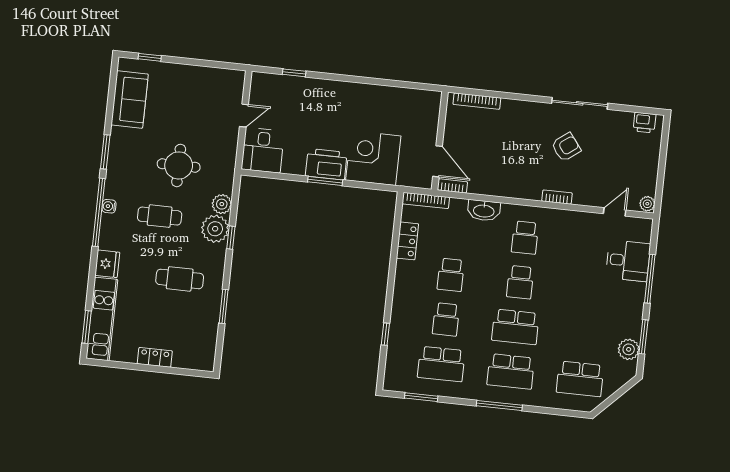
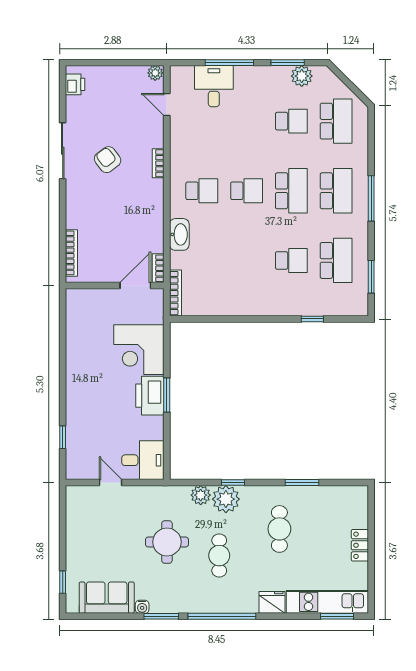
water cooler: (109, 206) -> (142, 607), moved
locker: (407, 241) -> (218, 307), removed
school desk: (451, 275) -> (291, 121), moved

